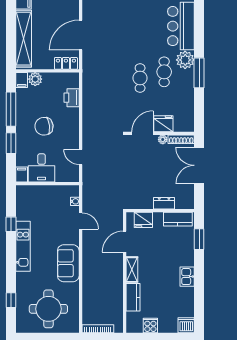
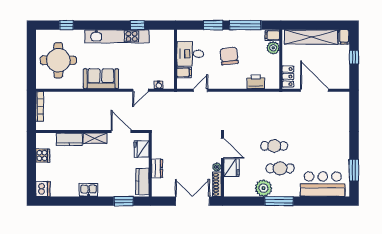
plant: (185, 60) -> (263, 188), moved
filing cabinet: (22, 174) -> (184, 72), moved
kitchen unit: (23, 246) -> (117, 36), width x1.36

